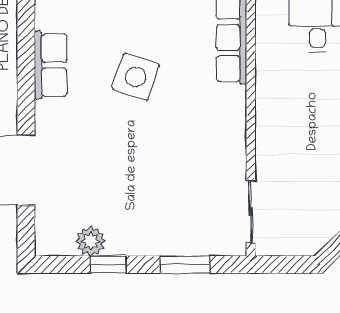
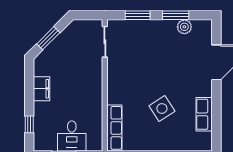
side table: (136, 77) -> (162, 108), turned 38
window: (108, 265) -> (176, 15), width x1.50

